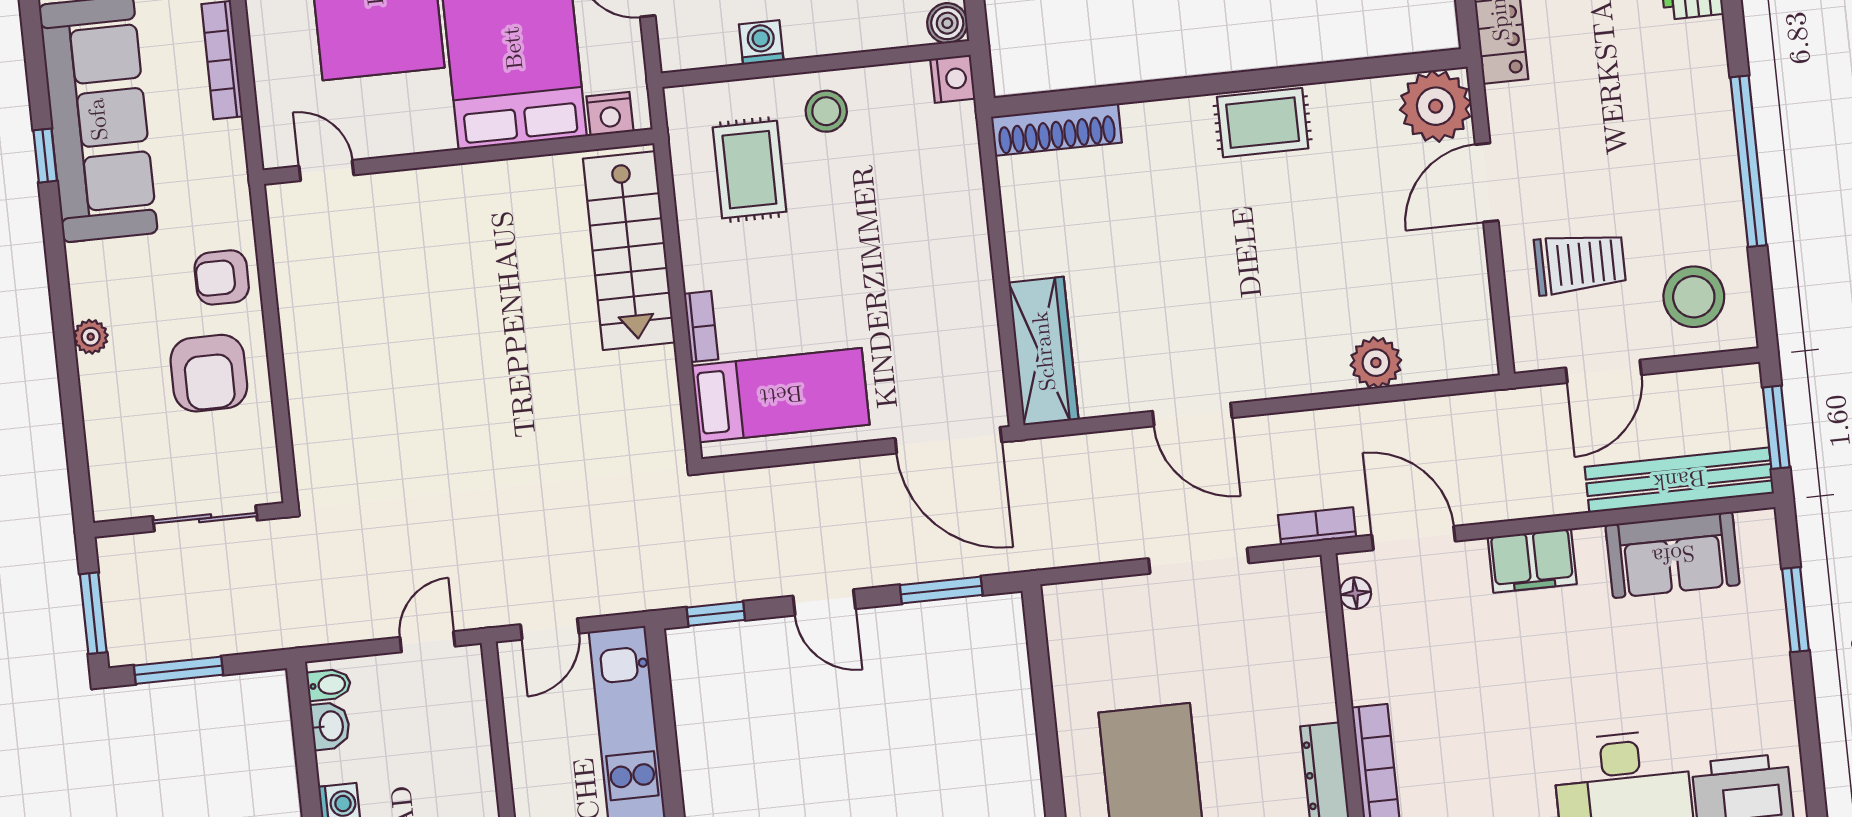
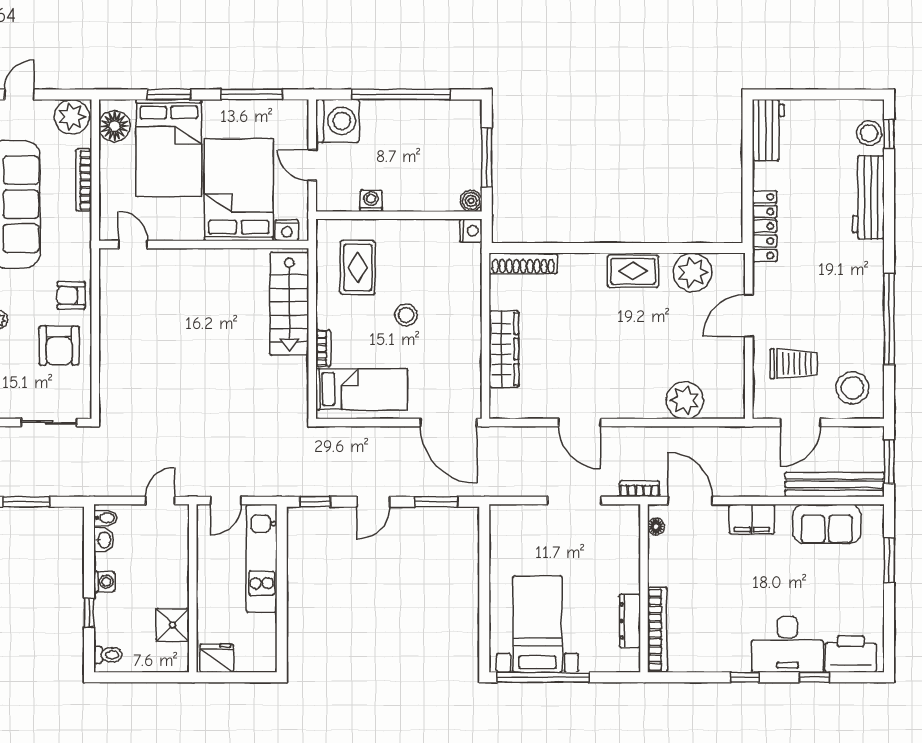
plant: (1436, 106) -> (693, 272), moved
stool: (826, 111) -> (406, 315), moved
wardrobe: (1044, 351) -> (504, 349), moved
plant: (1376, 363) -> (685, 400), width x1.36, depth x1.36
door: (824, 602) -> (373, 502), hinge flipped

